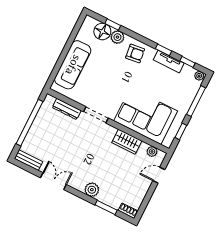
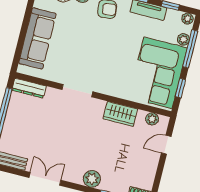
plant: (192, 92) -> (183, 39), added
dresser: (67, 109) -> (29, 88), moved
corner sofa: (146, 116) -> (158, 73), moved, turned -90

